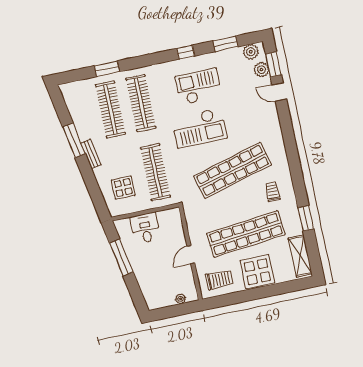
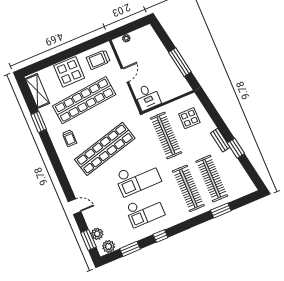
door: (279, 92) -> (74, 207), moved
checkout: (199, 128) -> (138, 178), turned 180
window: (74, 140) -> (236, 148), width x0.69
desk: (145, 228) -> (148, 97), moved

